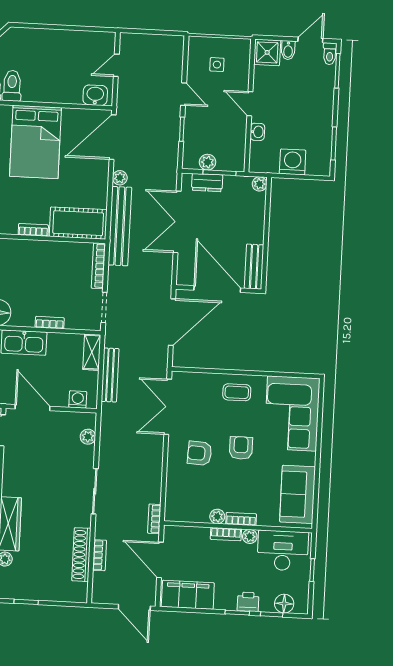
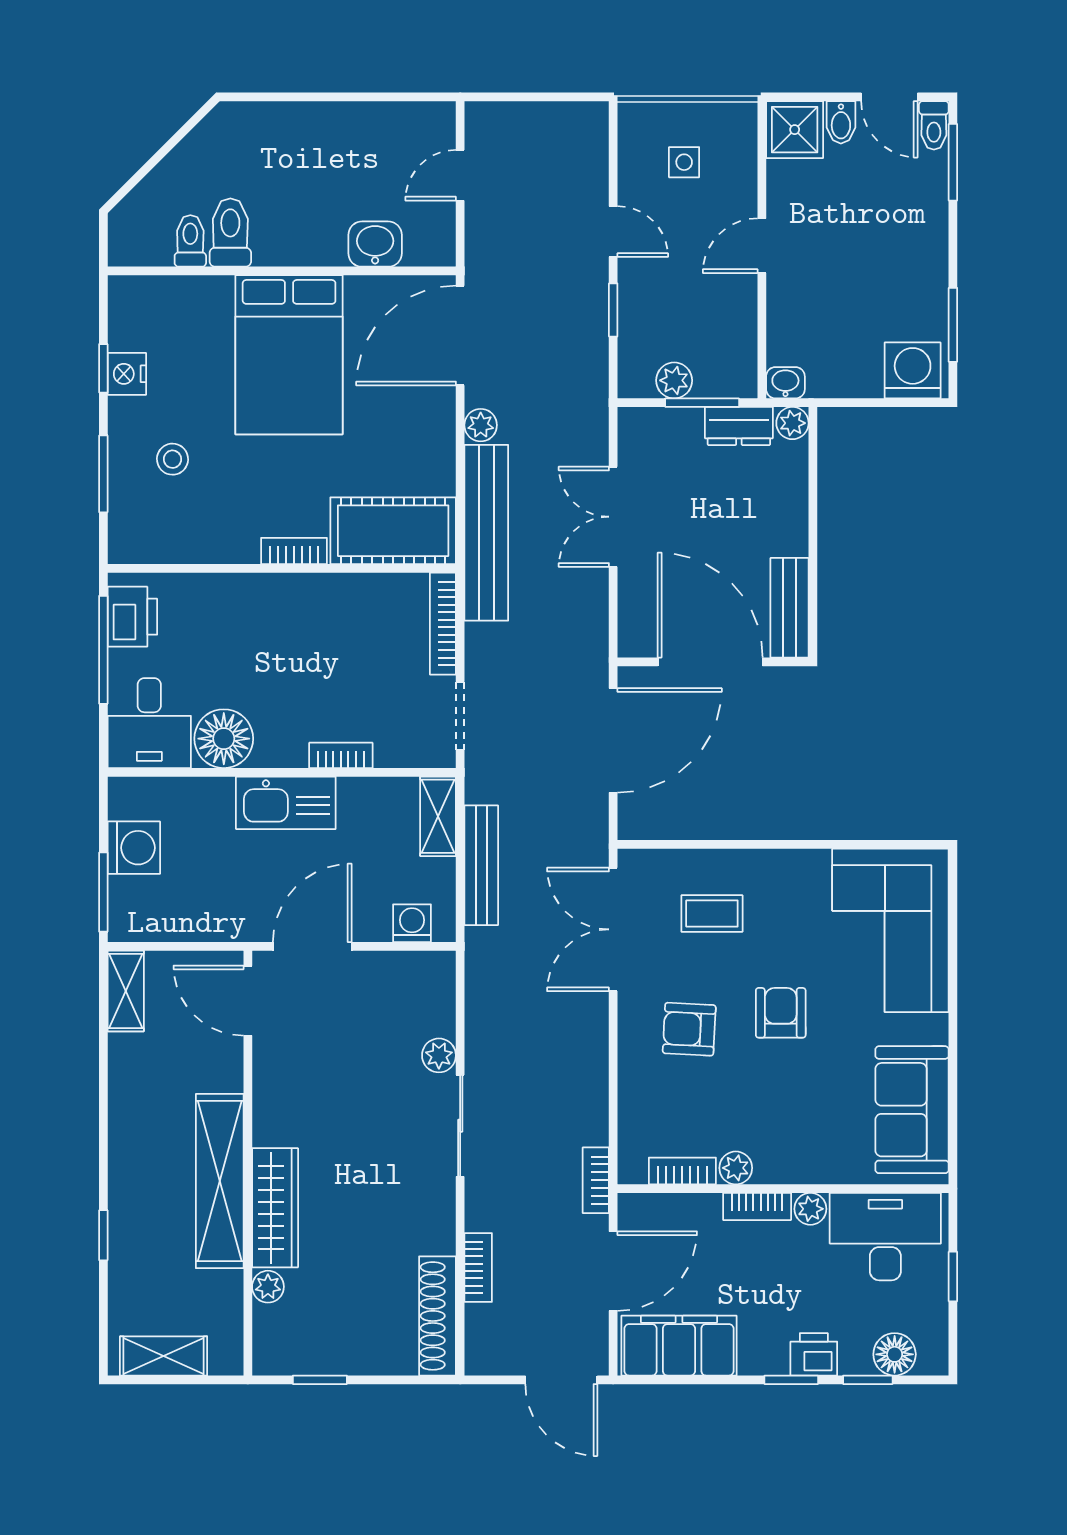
door: (310, 40) -> (889, 97), swing flipped
washbasin: (95, 95) -> (375, 244), moved
door: (250, 104) -> (762, 246), hinge flipped
washbasin: (257, 132) -> (785, 383), moved, turned -90
washing machine: (293, 162) -> (913, 370), moved
dresser: (207, 183) -> (739, 426), moved
double door: (177, 222) -> (613, 517), width x0.73
coffee table: (237, 392) -> (712, 914), moved
door: (32, 408) -> (312, 946), hinge flipped
plant: (88, 437) -> (439, 1055), moved
bookcase: (241, 519) -> (682, 1171), moved
shoe rack: (81, 555) -> (438, 1316), moved
door: (160, 560) -> (613, 1271), swing flipped

